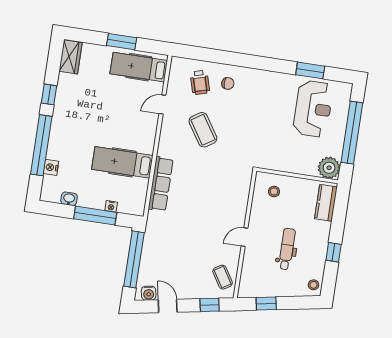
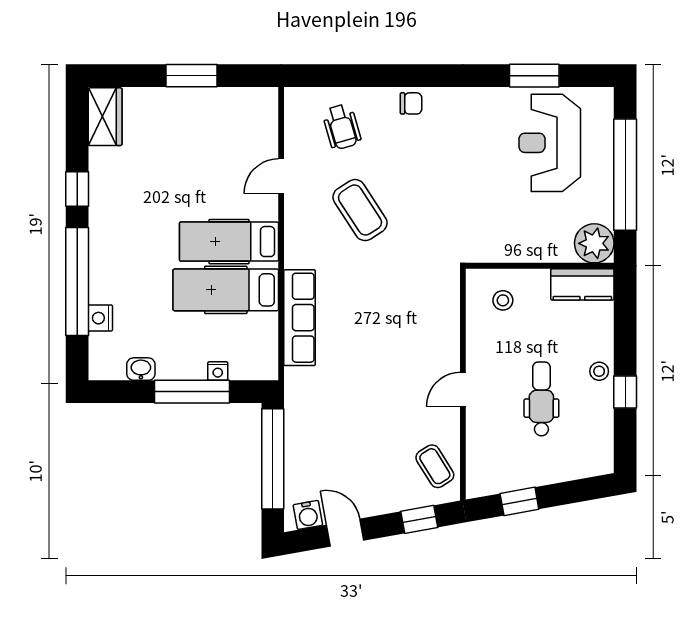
hospital bed: (139, 67) -> (229, 242), moved
chair: (228, 83) -> (411, 103), moved
reception desk: (313, 109) -> (550, 143), turned 180
kitchen counter: (326, 203) -> (582, 284), moved, turned -90
stool: (314, 285) -> (599, 371), moved

